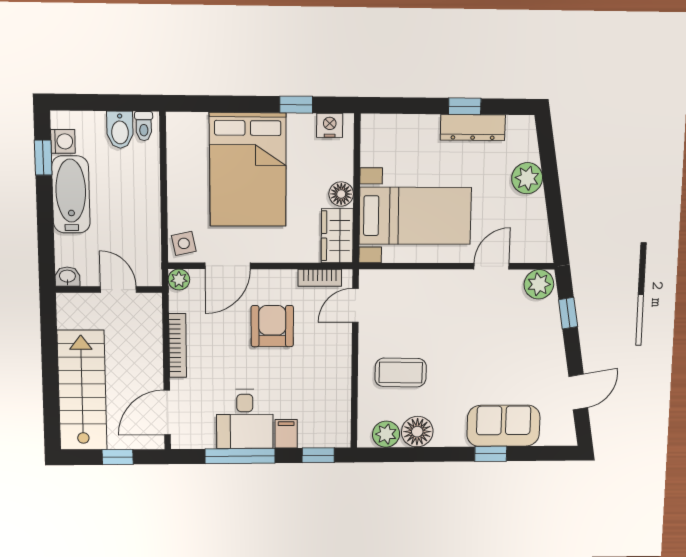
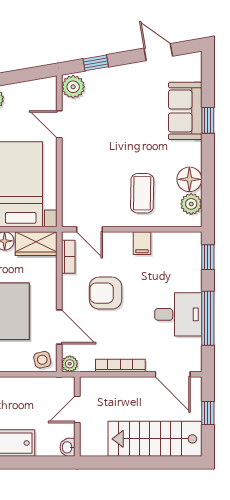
filing cabinet: (286, 434) -> (142, 243), moved, turned -90

